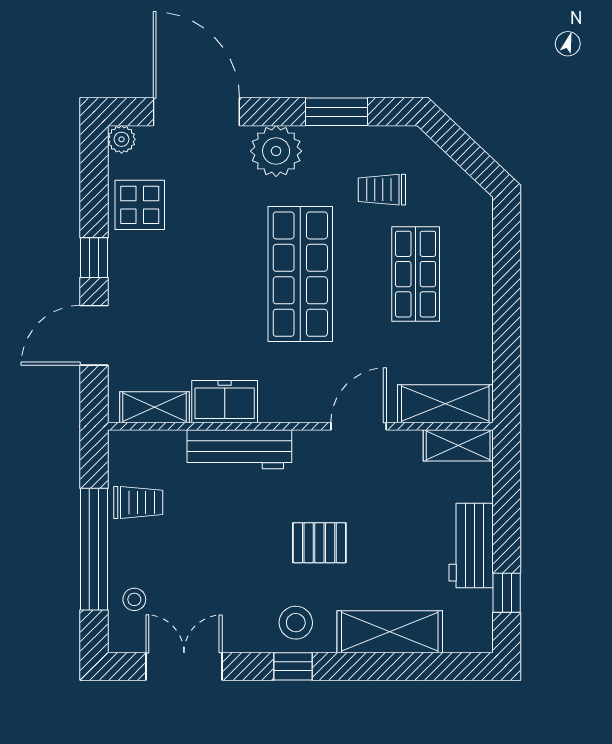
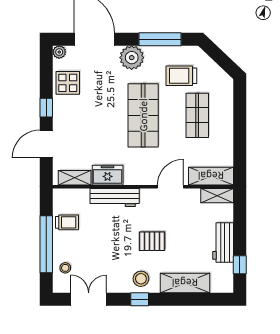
window: (337, 112) -> (160, 39), width x1.44
trolley: (382, 190) -> (181, 76), width x1.36, depth x1.39

